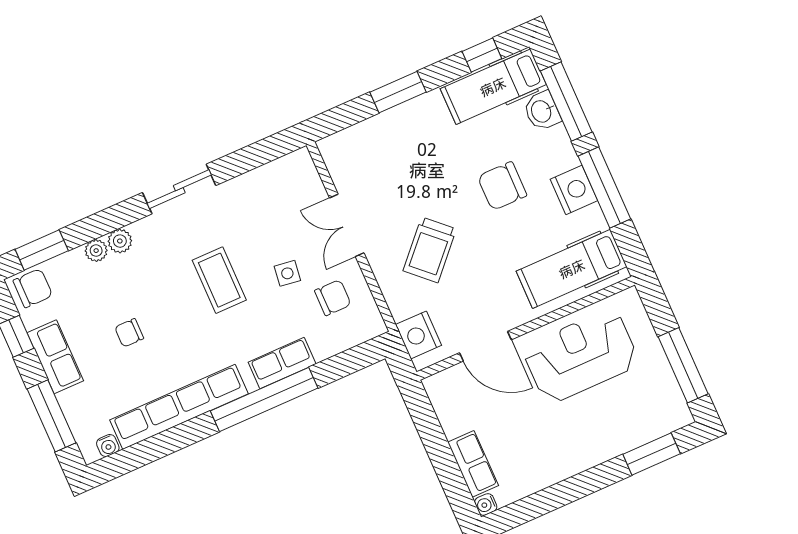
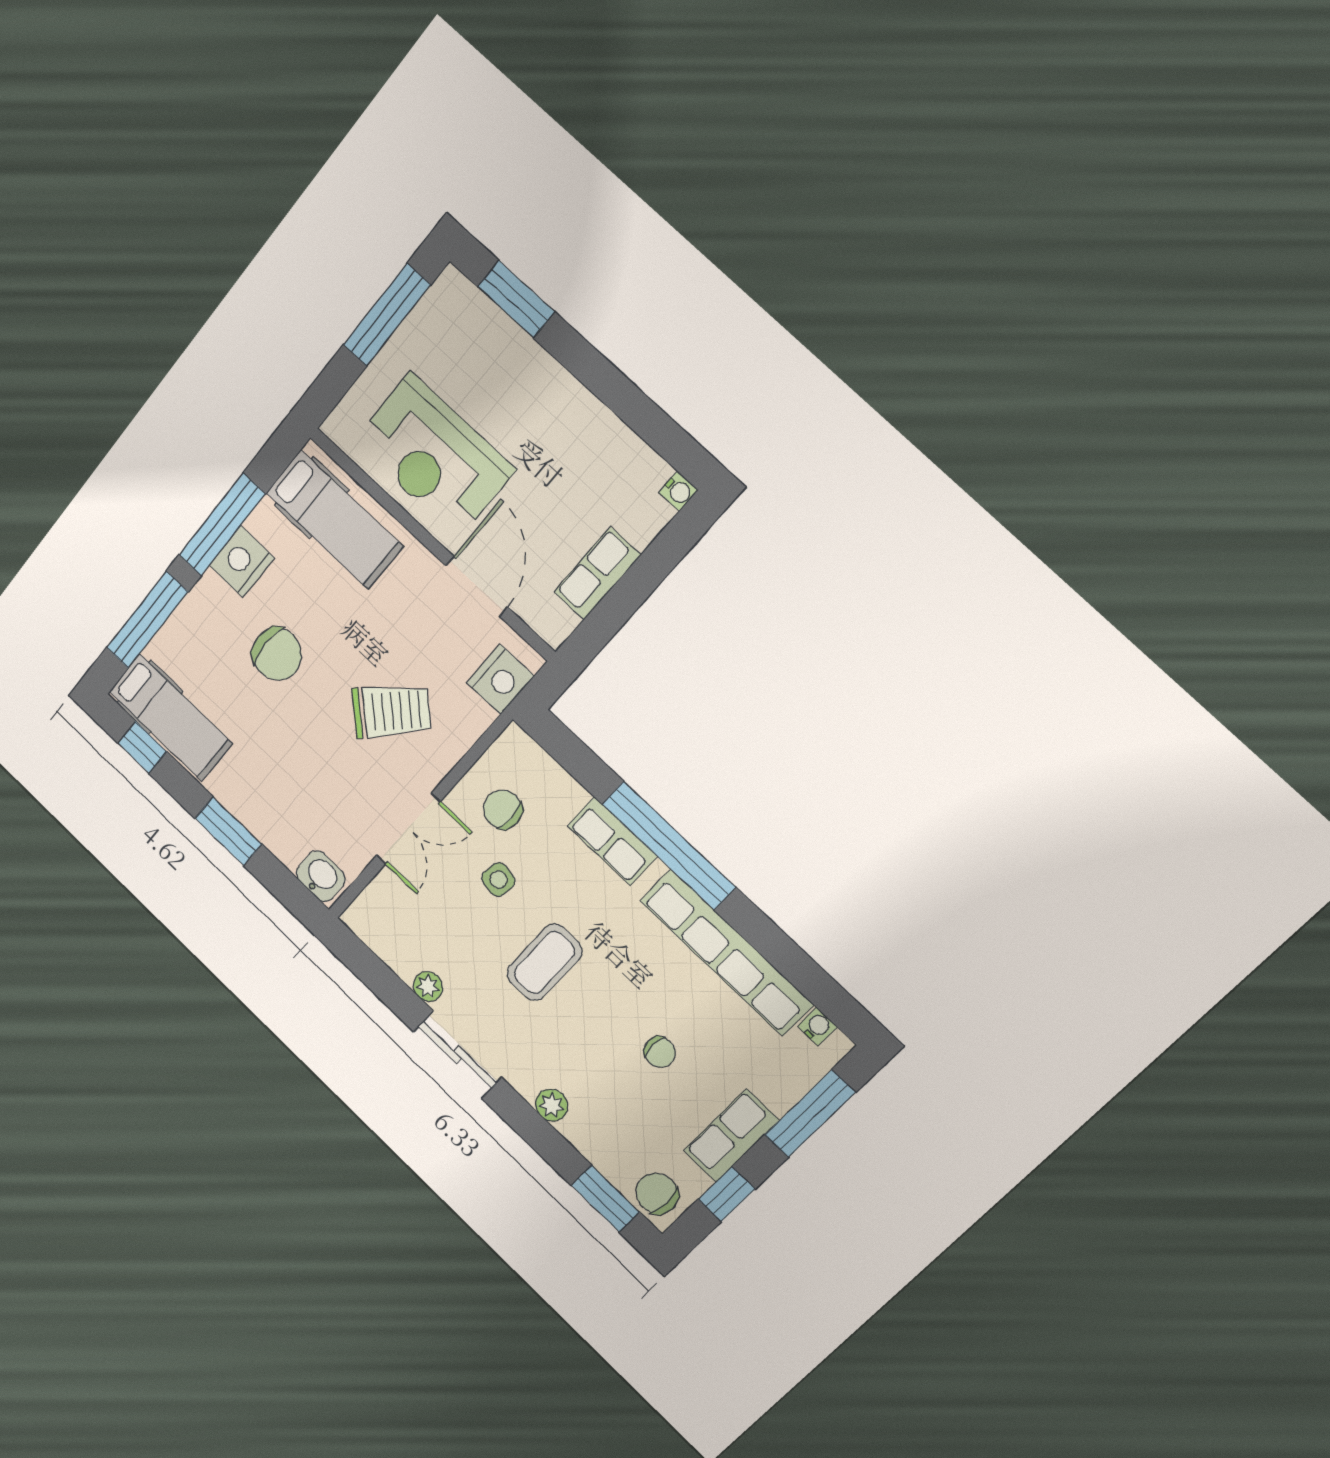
washbasin: (542, 111) -> (321, 876), moved, turned -90
plant: (96, 251) -> (428, 986), moved
row of seats: (473, 464) -> (597, 573), moved

